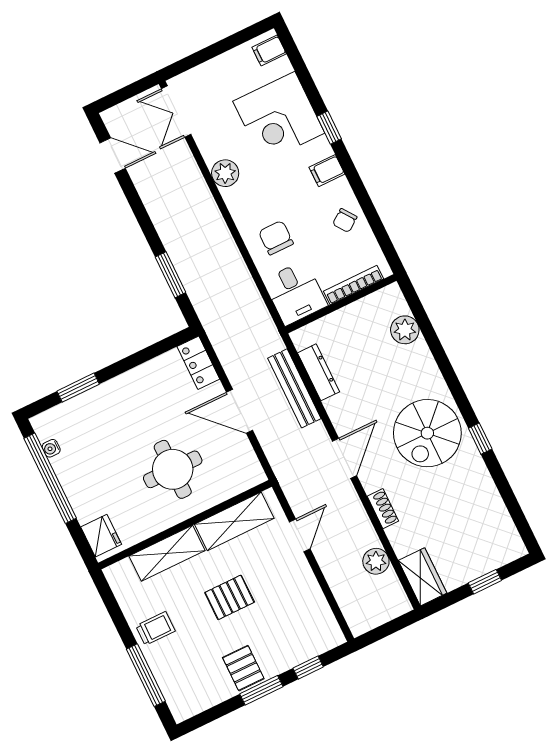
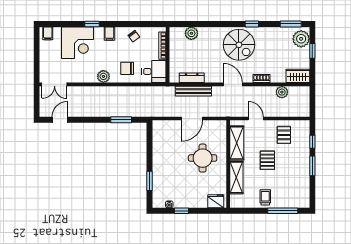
plant: (225, 173) -> (103, 76), moved
locker: (198, 363) -> (163, 126), removed
window: (50, 478) -> (182, 211), width x0.32
window: (517, 514) -> (291, 24), added
plant: (498, 548) -> (301, 39), added
pallet: (243, 668) -> (284, 135), moved, turned 90

